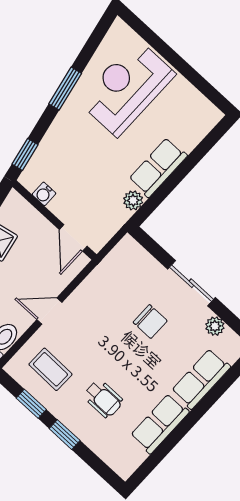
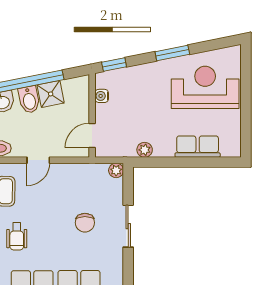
row of seats: (158, 167) -> (198, 147), moved
door: (49, 311) -> (38, 160), swing flipped
plant: (215, 326) -> (116, 170), moved

